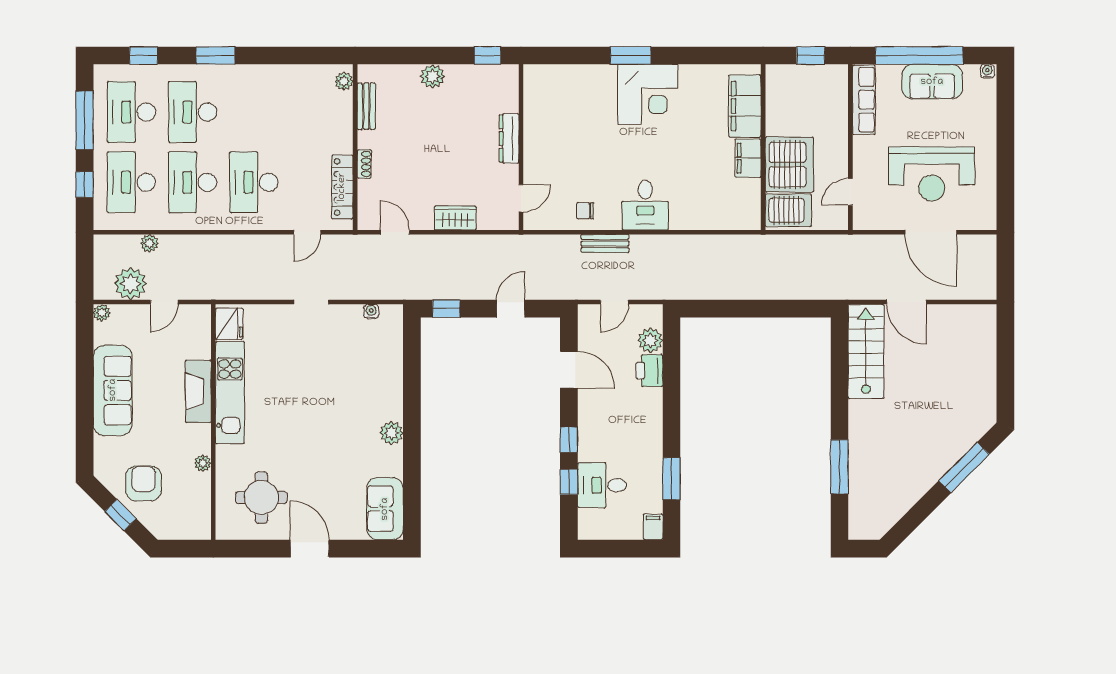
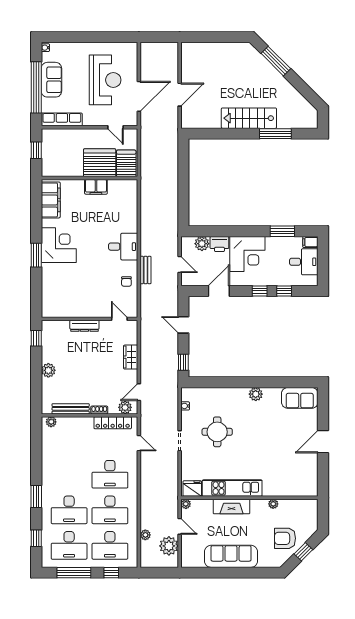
bench: (366, 106) -> (71, 409), width x1.36
filing cabinet: (745, 106) -> (51, 200), moved, turned -90
plant: (369, 208) -> (125, 407), added
door: (931, 232) -> (139, 96), moved
plant: (102, 313) -> (186, 504), moved
stairs: (866, 351) -> (249, 118), moved
corner desk: (633, 419) -> (247, 254), added
desk: (602, 485) -> (304, 262), moved, turned -90
round table: (261, 498) -> (217, 432), moved

